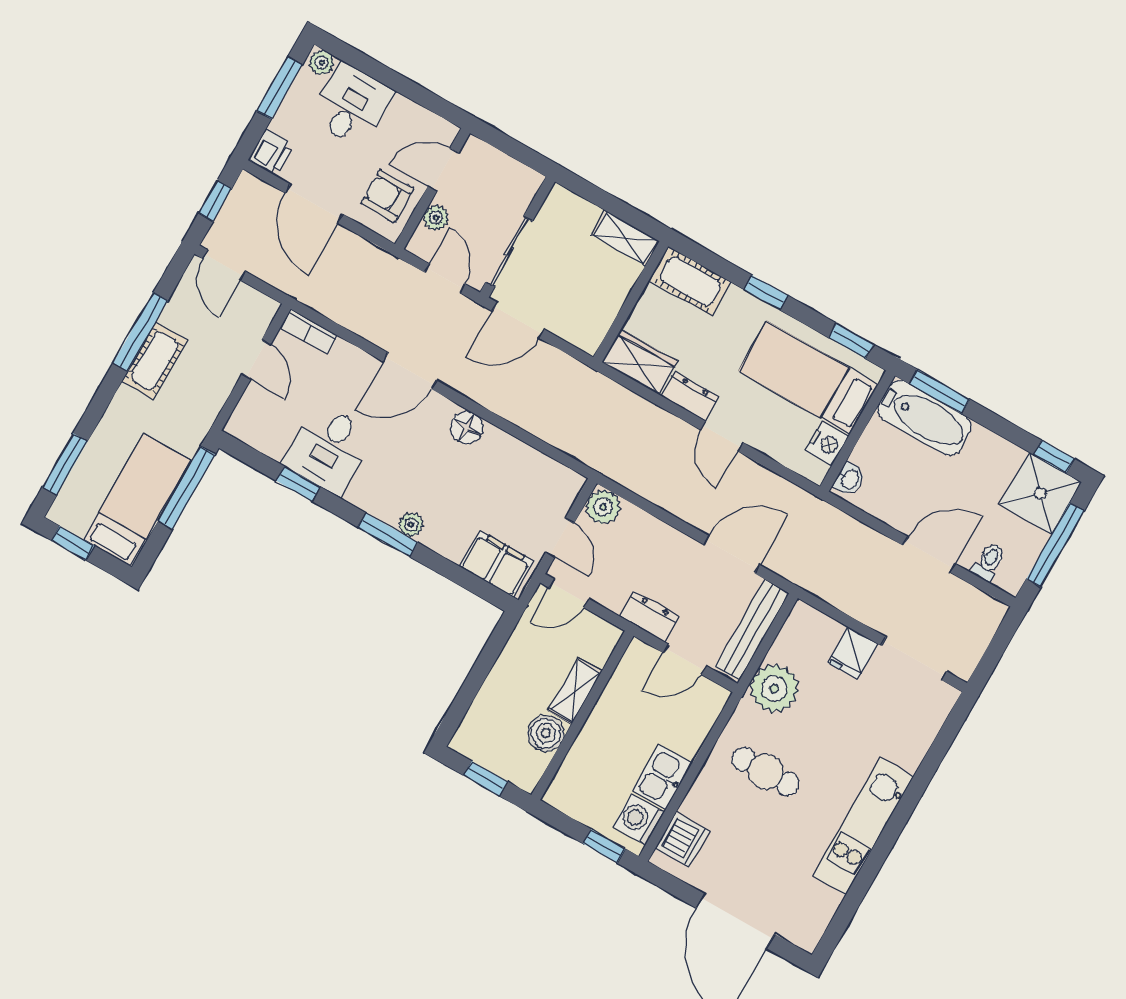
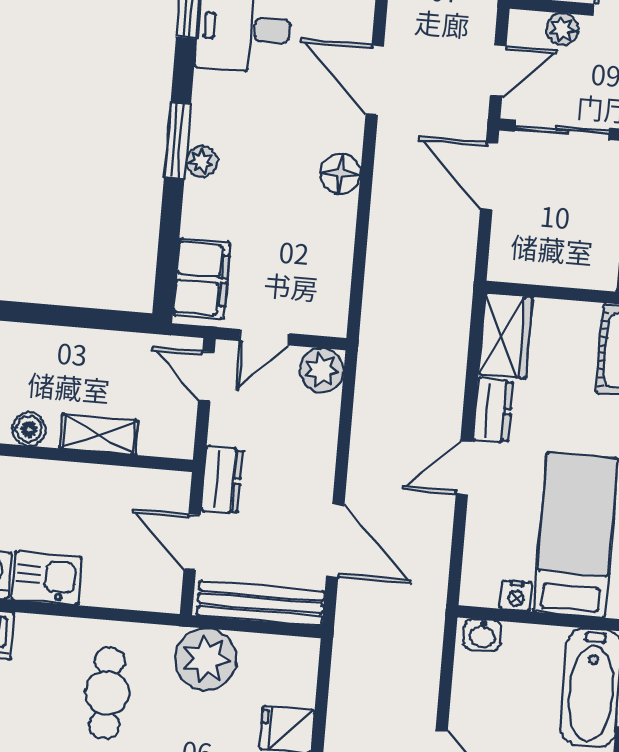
nightstand: (827, 444) -> (516, 596), width x0.72, depth x0.74
boiler: (546, 733) -> (29, 429), width x0.73, depth x0.73

